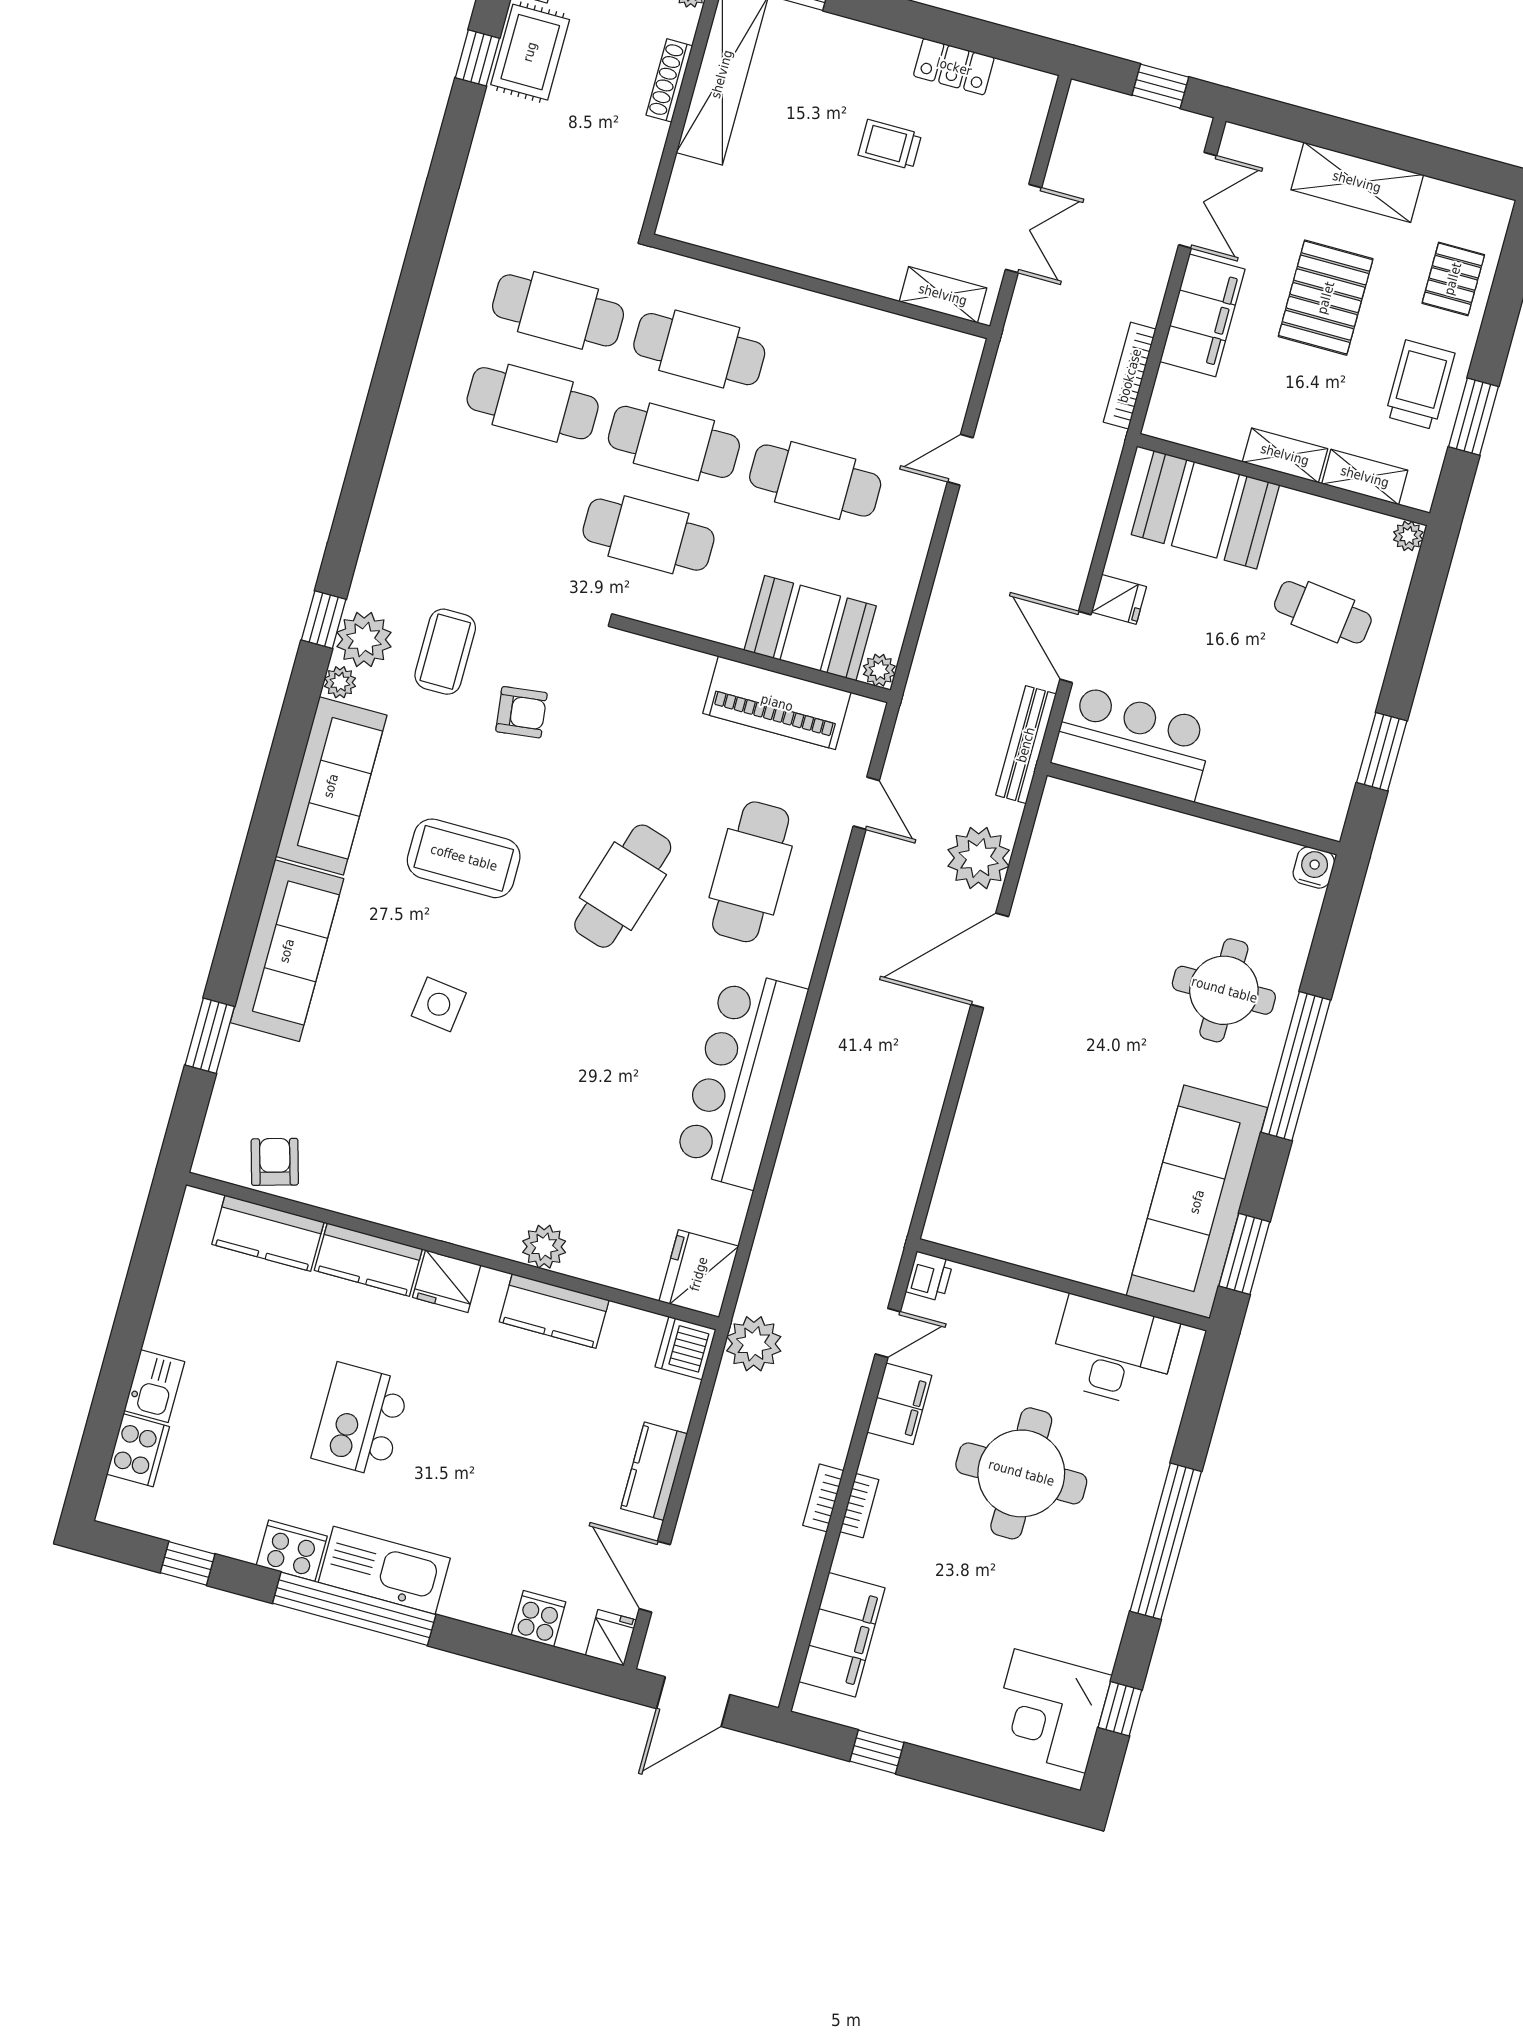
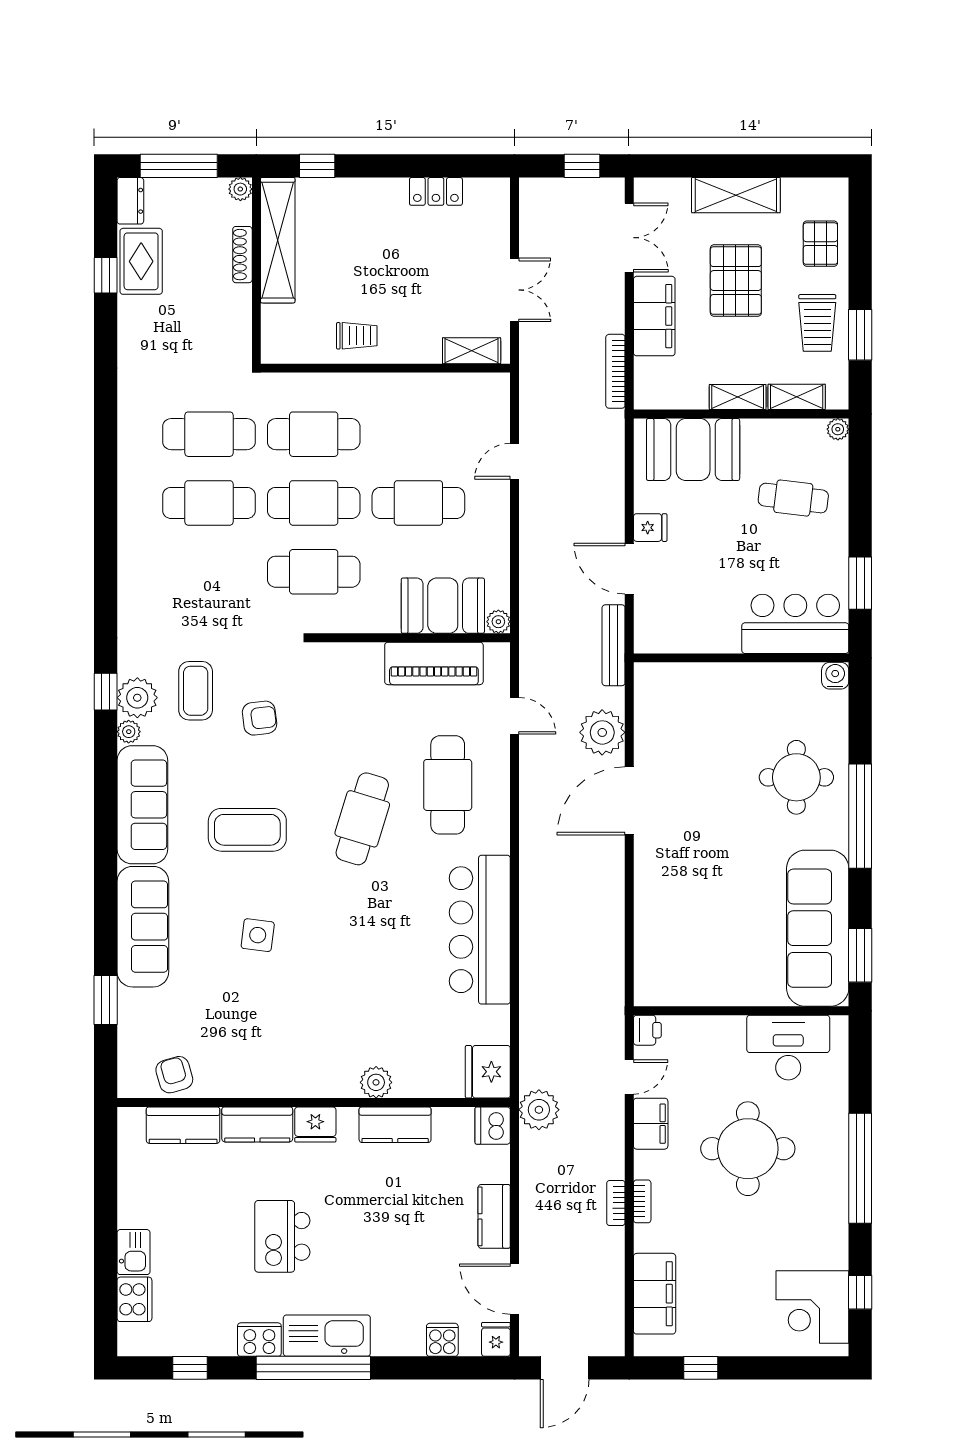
trolley: (890, 145) -> (357, 336), moved, turned 180
trolley: (1420, 385) -> (817, 323), turned 180
bar counter: (1133, 743) -> (795, 624), moved

